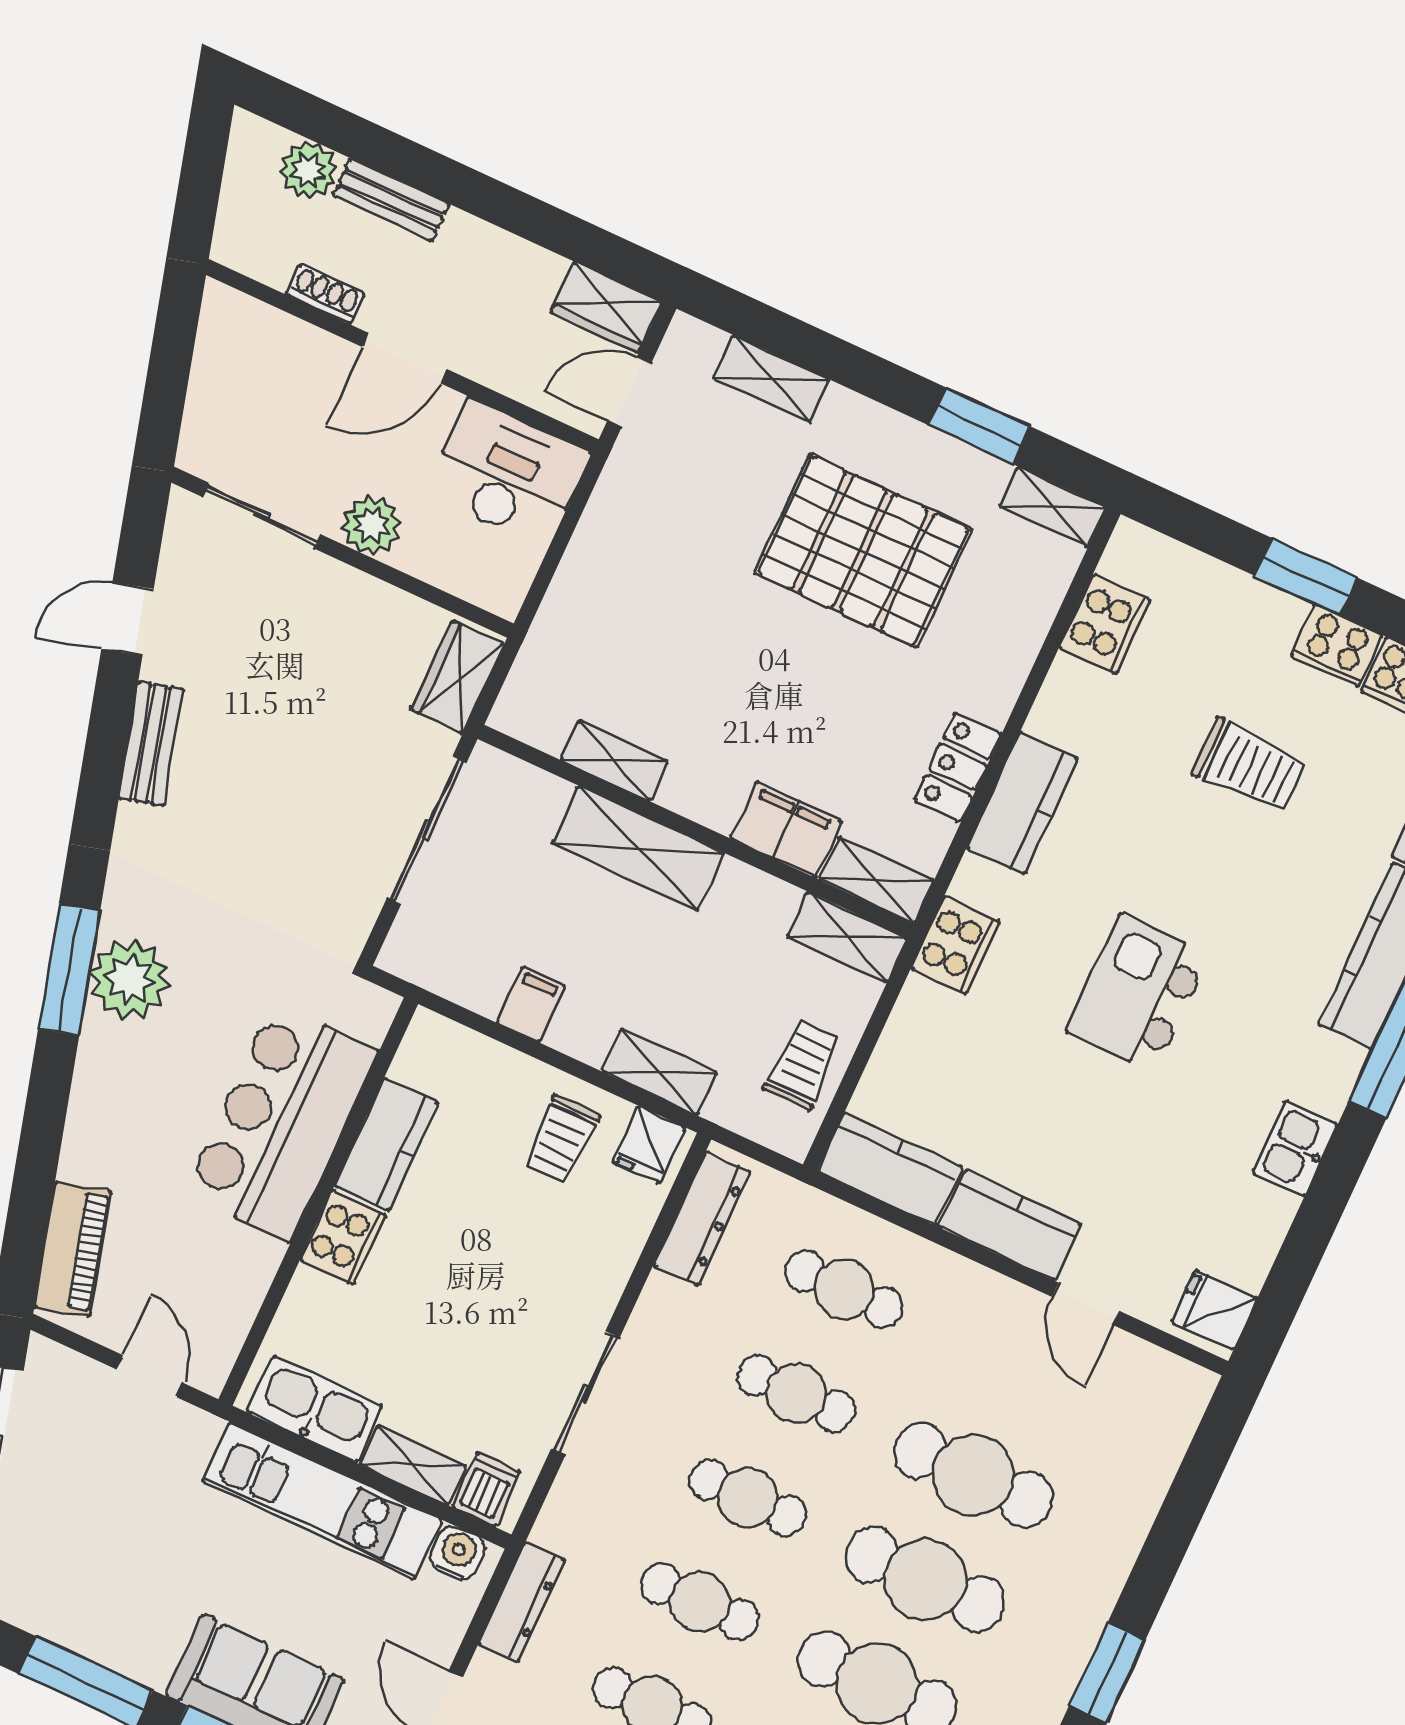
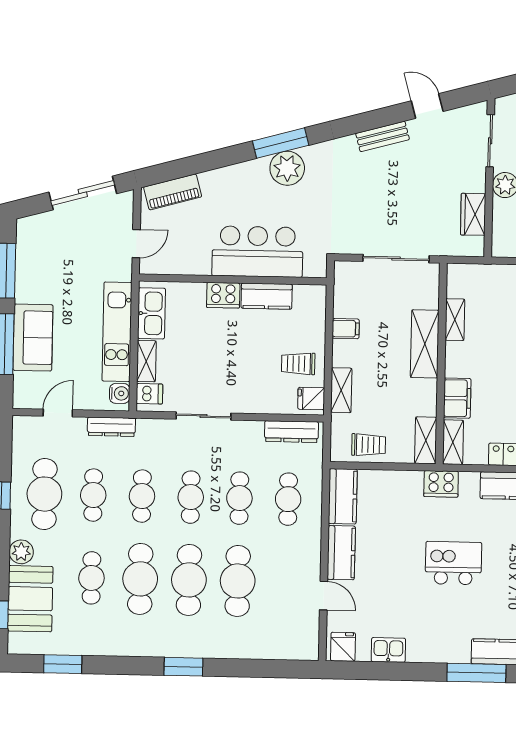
wardrobe: (457, 677) -> (473, 214), moved, turned -90
kitchen sink: (1295, 1148) -> (388, 650), moved
door: (1086, 1304) -> (324, 596), swing flipped

